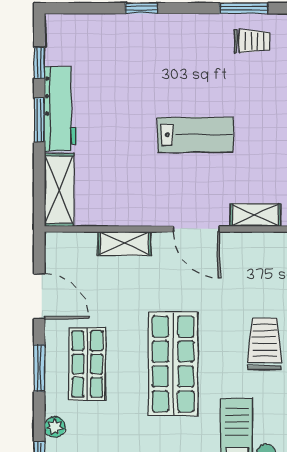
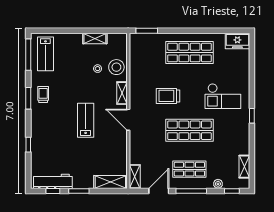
workbench: (60, 109) -> (53, 181), moved
door: (196, 229) -> (128, 120), swing flipped
shelving: (124, 243) -> (135, 177), moved
trolley: (265, 344) -> (168, 96), moved
window: (39, 368) -> (191, 191), width x1.44

